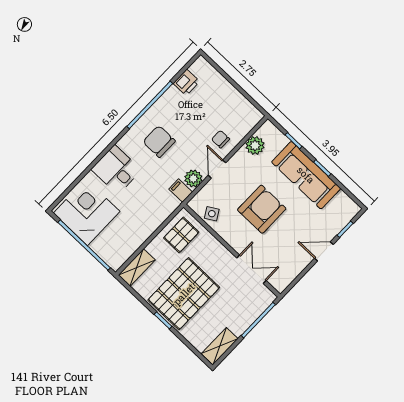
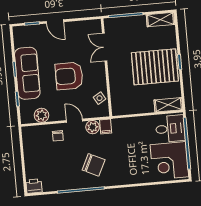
printer: (186, 82) -> (34, 186), moved
chair: (159, 141) -> (94, 165), turned -64
door: (217, 169) -> (75, 121), swing flipped
desk: (116, 170) -> (170, 129), moved, turned -90
pallet: (181, 235) -> (127, 101), removed

